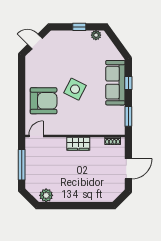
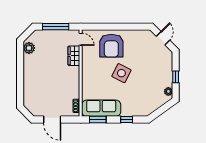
sofa: (115, 83) -> (101, 108), moved
wardrobe: (78, 144) -> (74, 56), moved

